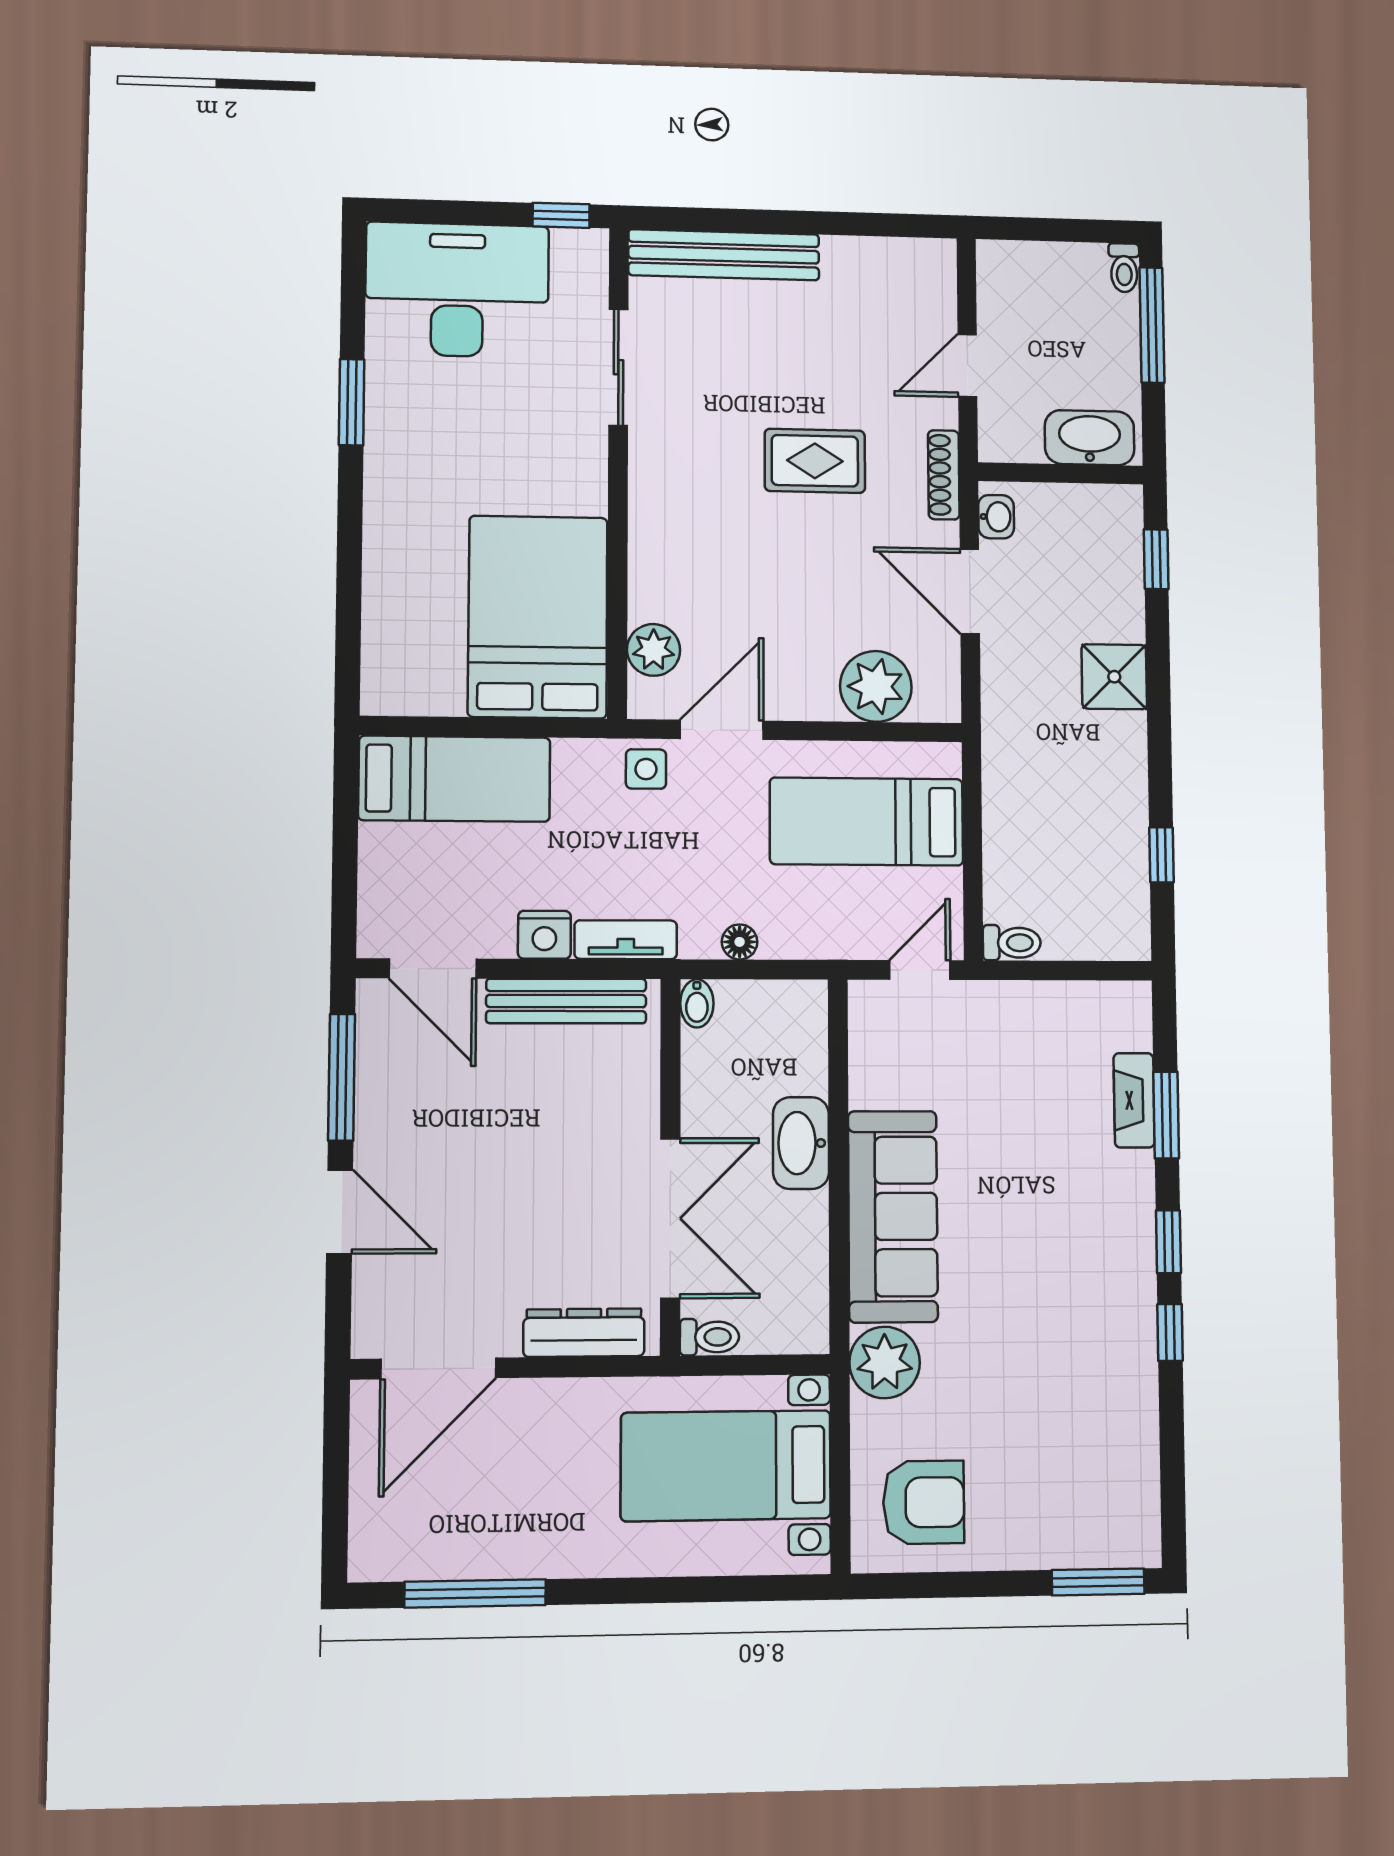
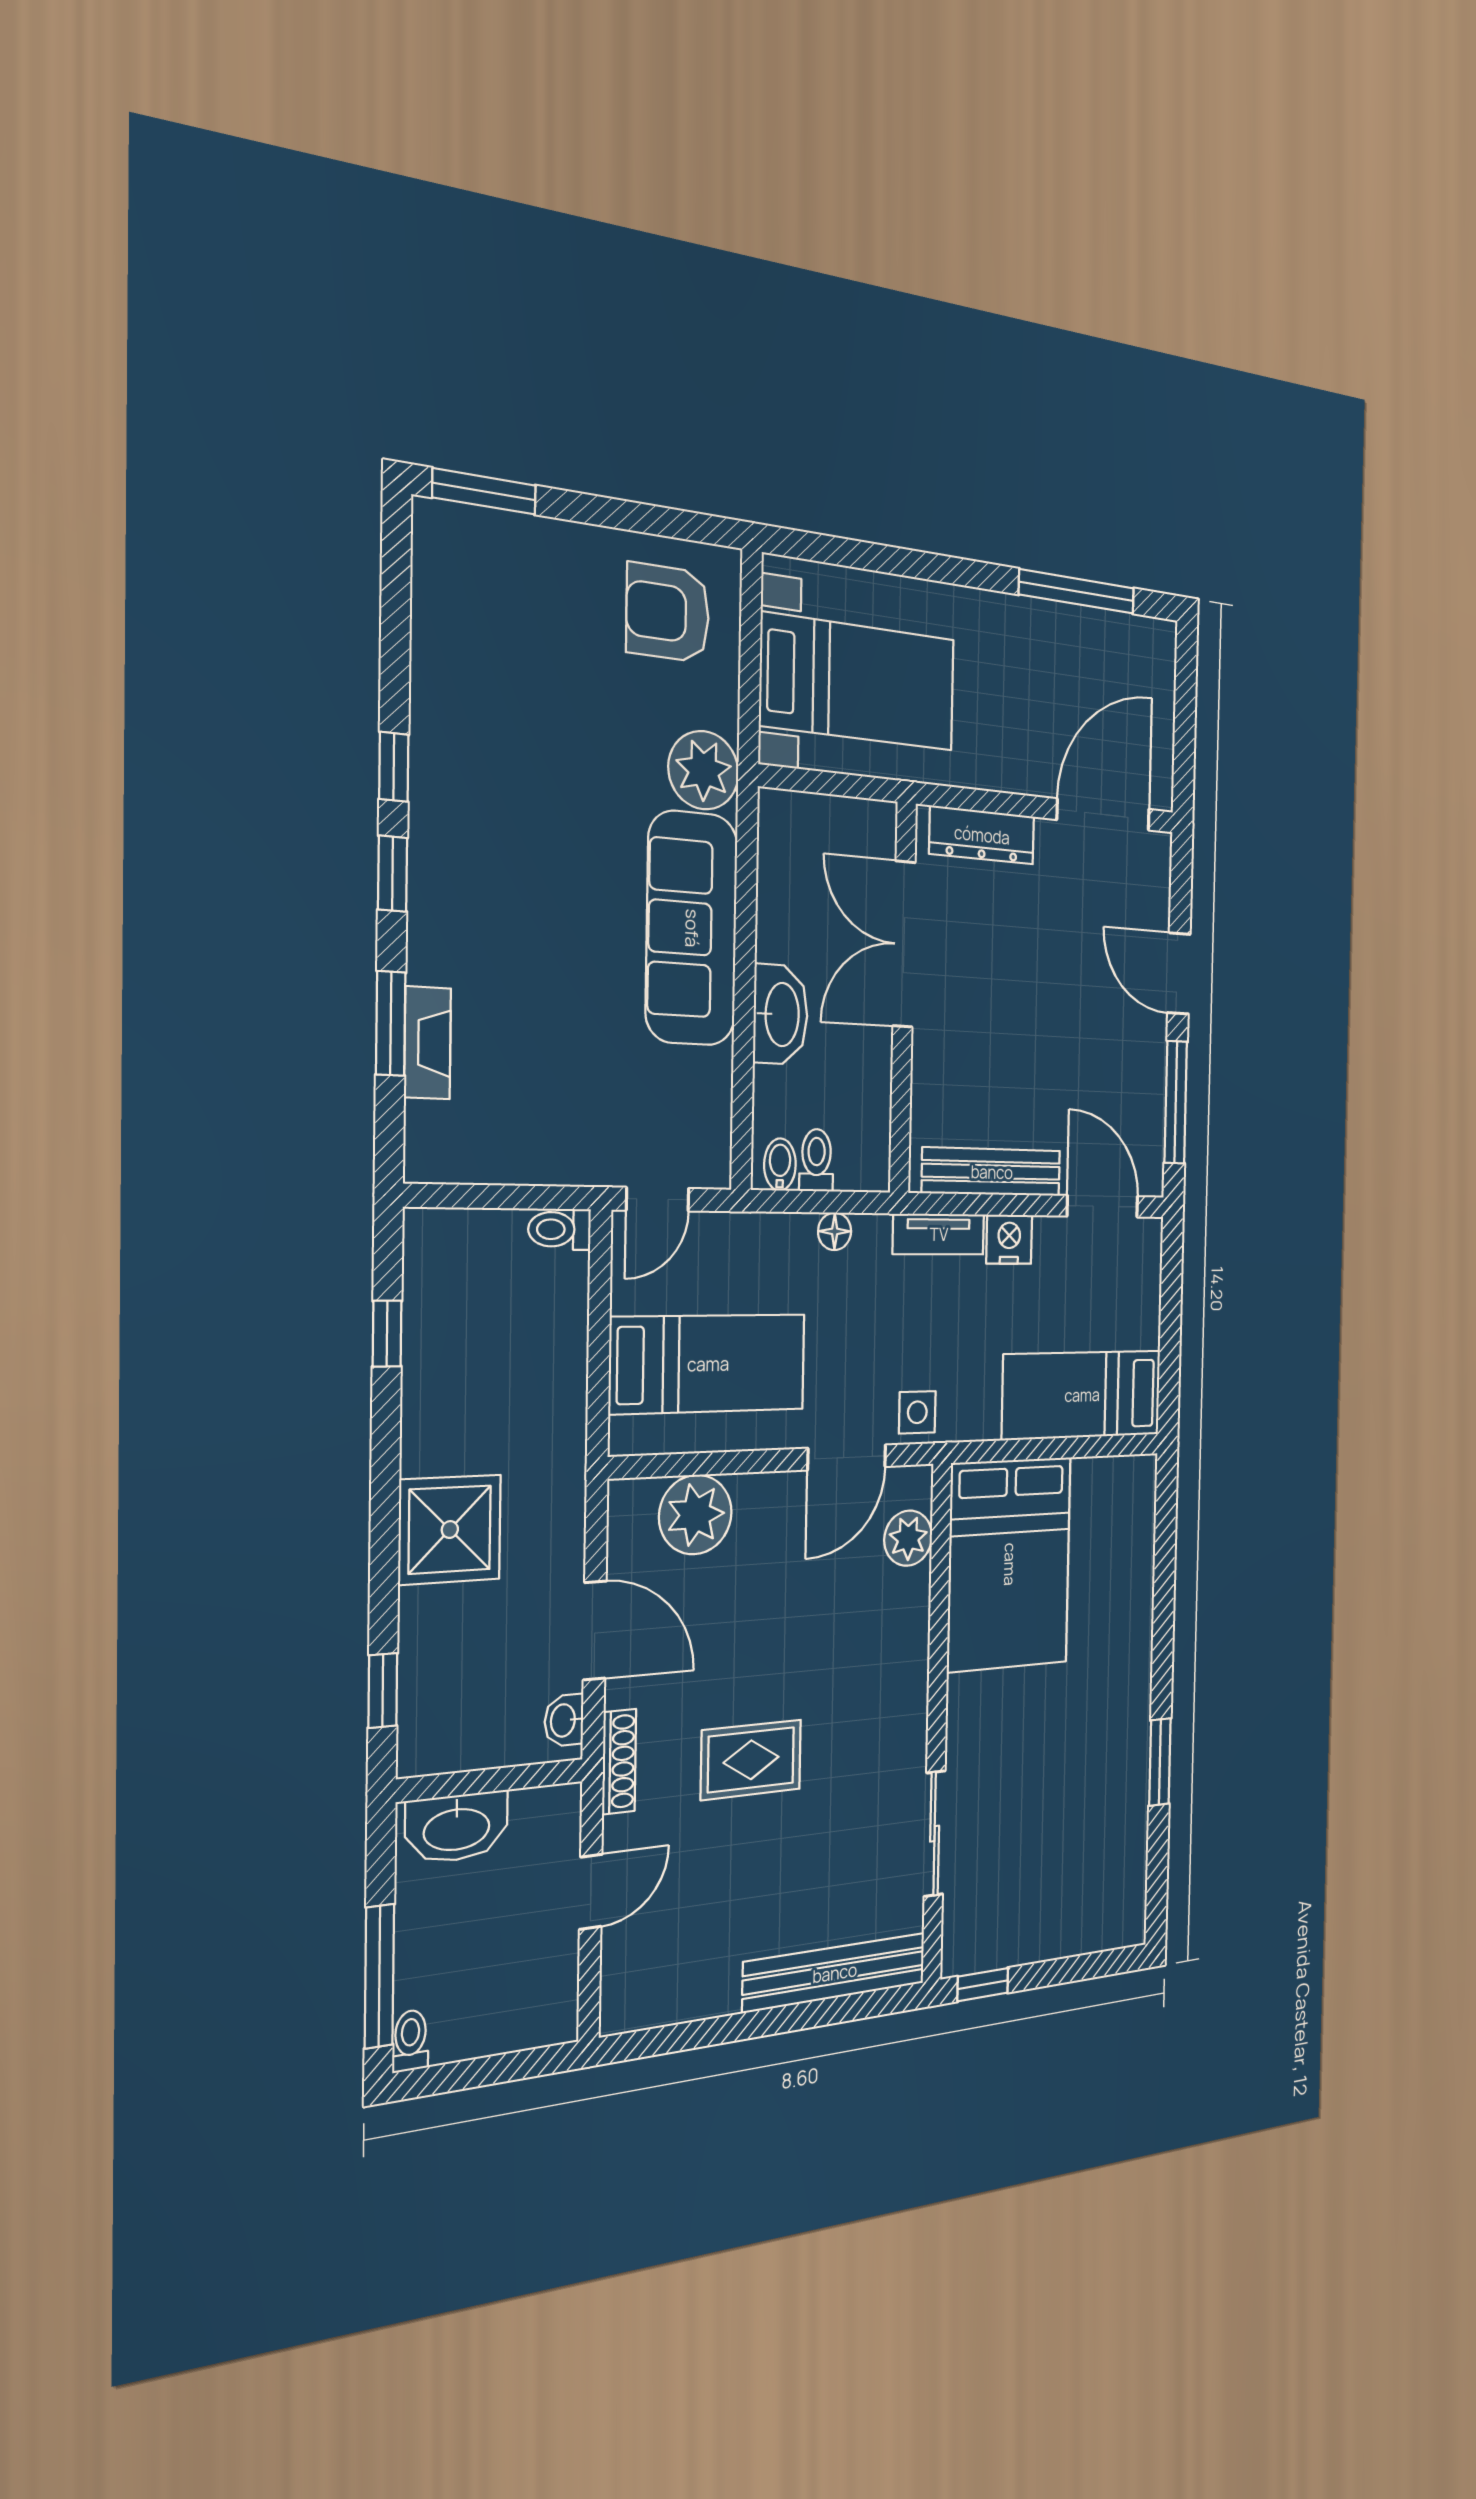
desk: (457, 290) -> (1073, 1890), removed
shower: (1114, 677) -> (450, 1530), width x1.36, depth x1.36
bidet: (697, 1003) -> (780, 1164), moved
toilet: (709, 1337) -> (816, 1160), moved, turned 90

